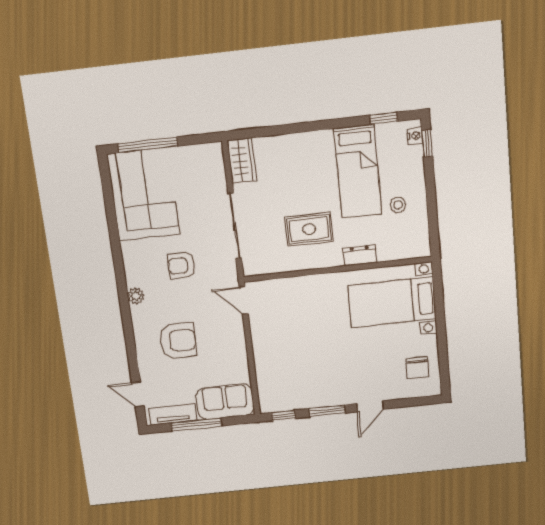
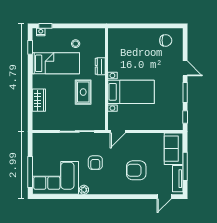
wardrobe: (242, 161) -> (39, 100), moved, turned 90
plant: (136, 296) -> (84, 190), moved
bed with nightstands: (392, 302) -> (131, 92), moved, turned -90
armchair: (178, 341) -> (136, 170), turned -90

